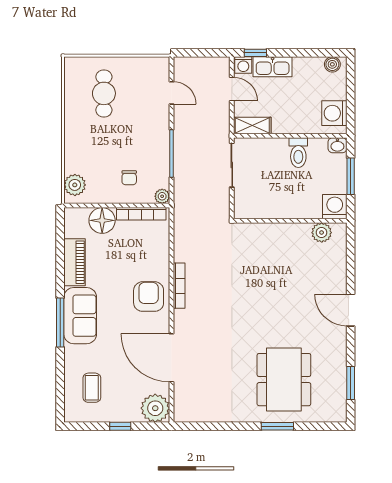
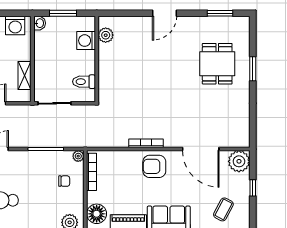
shelving: (252, 126) -> (25, 75), moved
toilet: (298, 153) -> (84, 82), moved, turned 180
washing machine: (335, 207) -> (86, 41), moved
floor lamp: (102, 220) -> (97, 214), moved
door: (171, 358) -> (201, 149), hinge flipped
dining table: (284, 380) -> (217, 64), width x0.73
coffee table: (92, 388) -> (223, 209), turned -62

